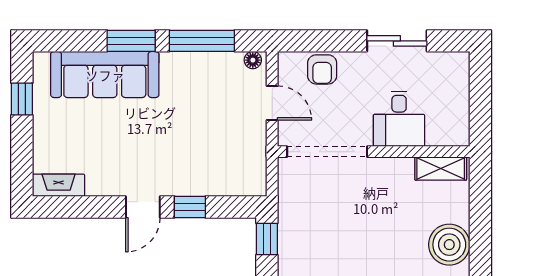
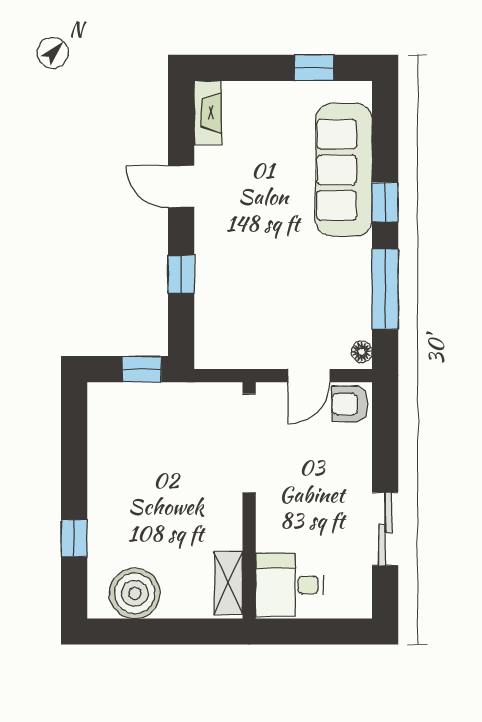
window: (131, 41) -> (385, 202), width x0.67
armchair: (322, 69) -> (350, 404), moved
desk: (399, 119) -> (290, 585), moved
door: (143, 207) -> (181, 187), moved

